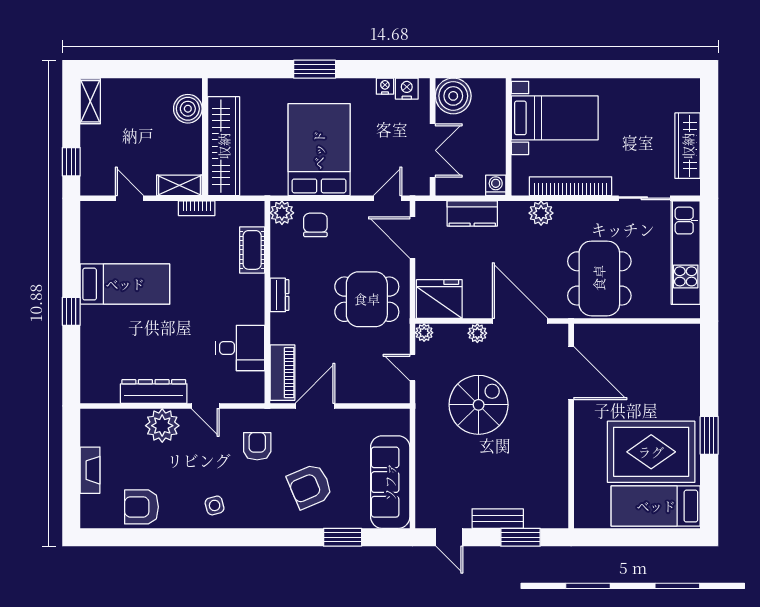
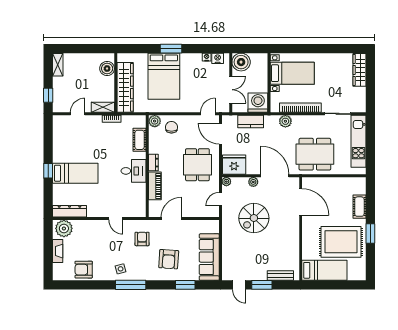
wardrobe: (688, 146) -> (359, 70), moved
bed: (319, 150) -> (164, 76), moved, turned 180
washing machine: (496, 185) -> (258, 103), width x1.89, depth x1.89
door: (130, 198) -> (78, 114), hinge flipped
dining table: (599, 278) -> (315, 154), turned 90
bed: (125, 284) -> (75, 173), moved
dining table: (367, 299) -> (197, 165), turned 90
desk: (240, 348) -> (134, 171), moved
door: (413, 368) -> (221, 199), hinge flipped
piano: (282, 373) -> (155, 186), moved
cot: (688, 382) -> (359, 207), added
dresser: (154, 391) -> (69, 211), moved
spiral stairs: (479, 405) -> (254, 218), turned 180
plant: (162, 426) -> (64, 228), moved
armchair: (310, 486) -> (169, 259), turned -63
bed: (656, 506) -> (324, 270), moved, turned 180
bench: (498, 519) -> (280, 275), moved
window: (235, 537) -> (131, 285), added
window: (520, 537) -> (262, 285), moved

